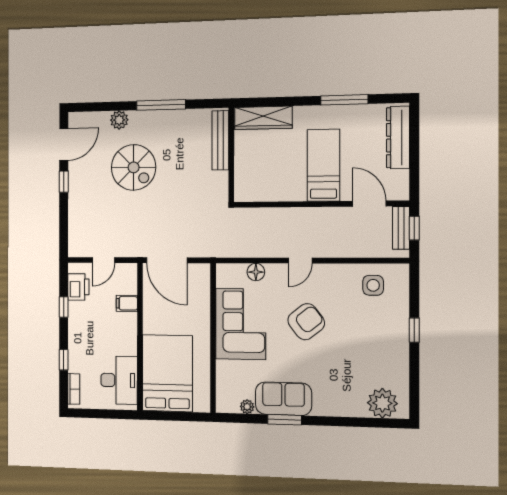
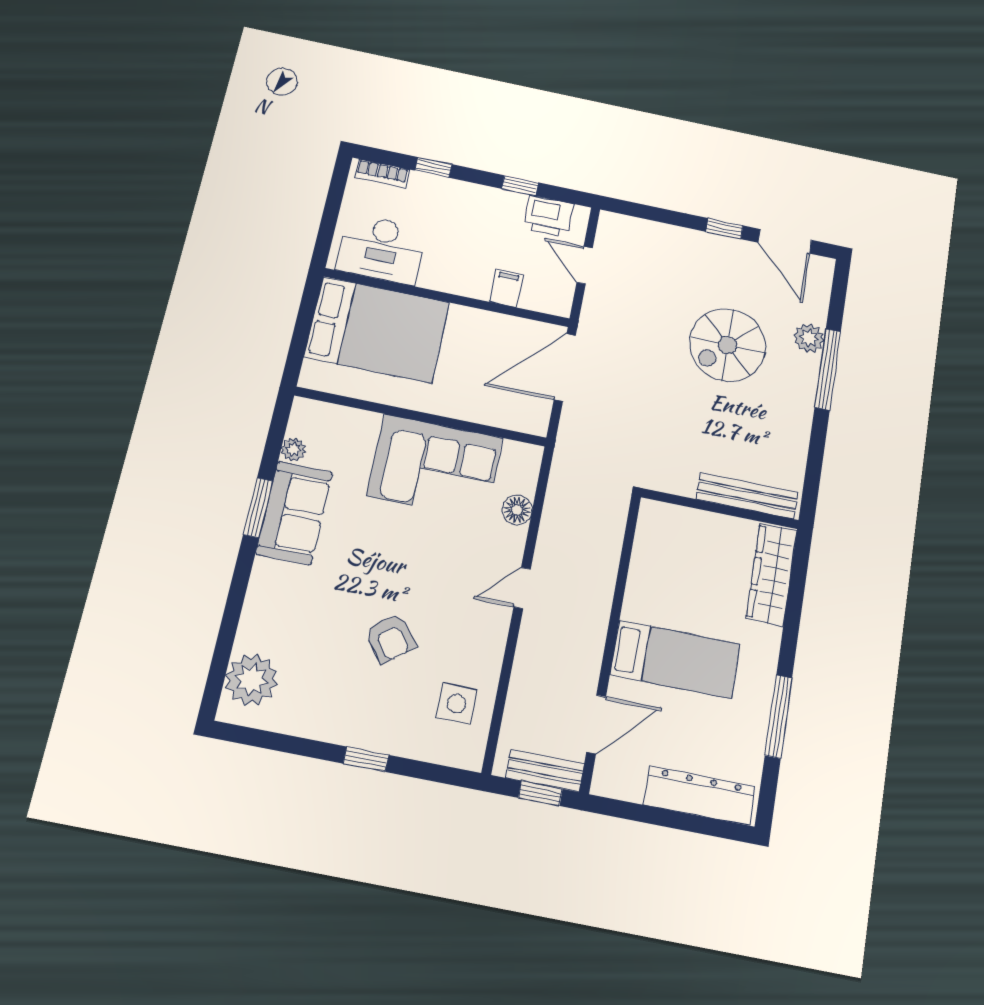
window: (161, 105) -> (828, 369), moved
door: (300, 261) -> (522, 588), hinge flipped
armchair: (306, 322) -> (390, 638), moved, width x0.72, depth x0.72

